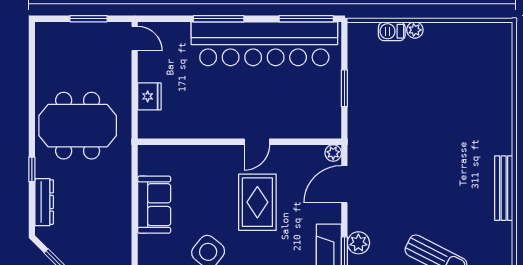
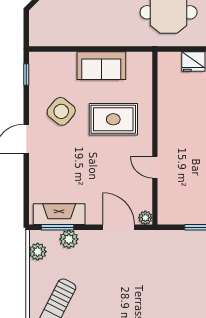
door: (257, 142) -> (155, 167), moved
rug: (257, 202) -> (113, 119), moved

